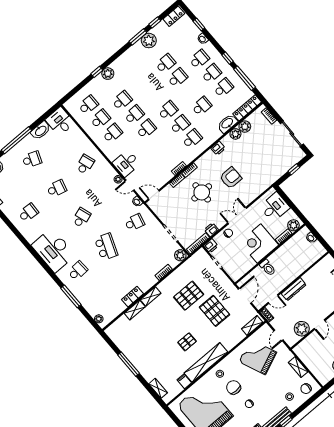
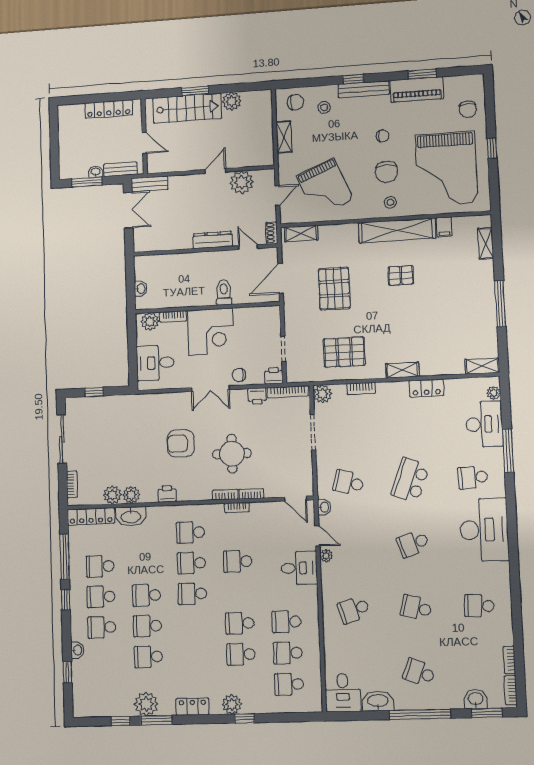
locker: (174, 16) -> (192, 707), moved
school desk: (202, 106) -> (147, 595), moved
school desk: (146, 129) -> (238, 561), moved
pallet: (189, 296) -> (344, 352), moved
desk: (92, 300) -> (484, 424), added
shelving: (135, 310) -> (482, 366), moved

